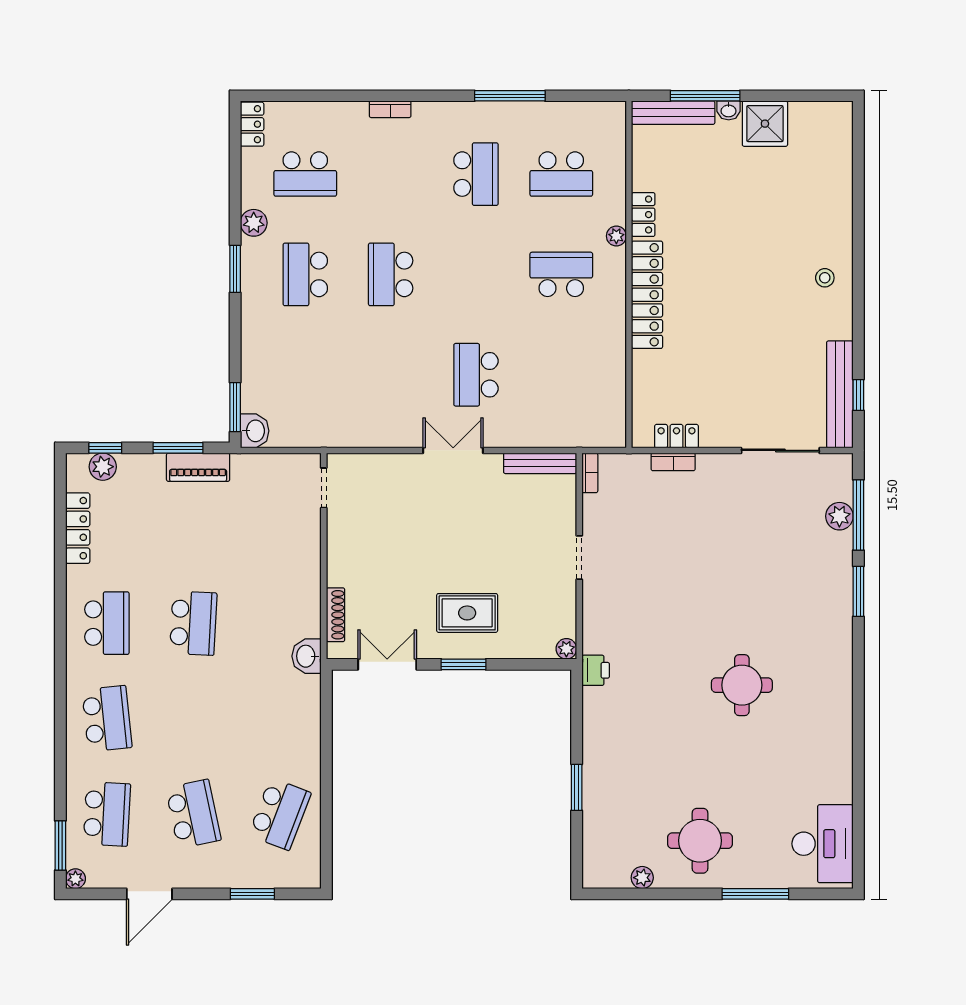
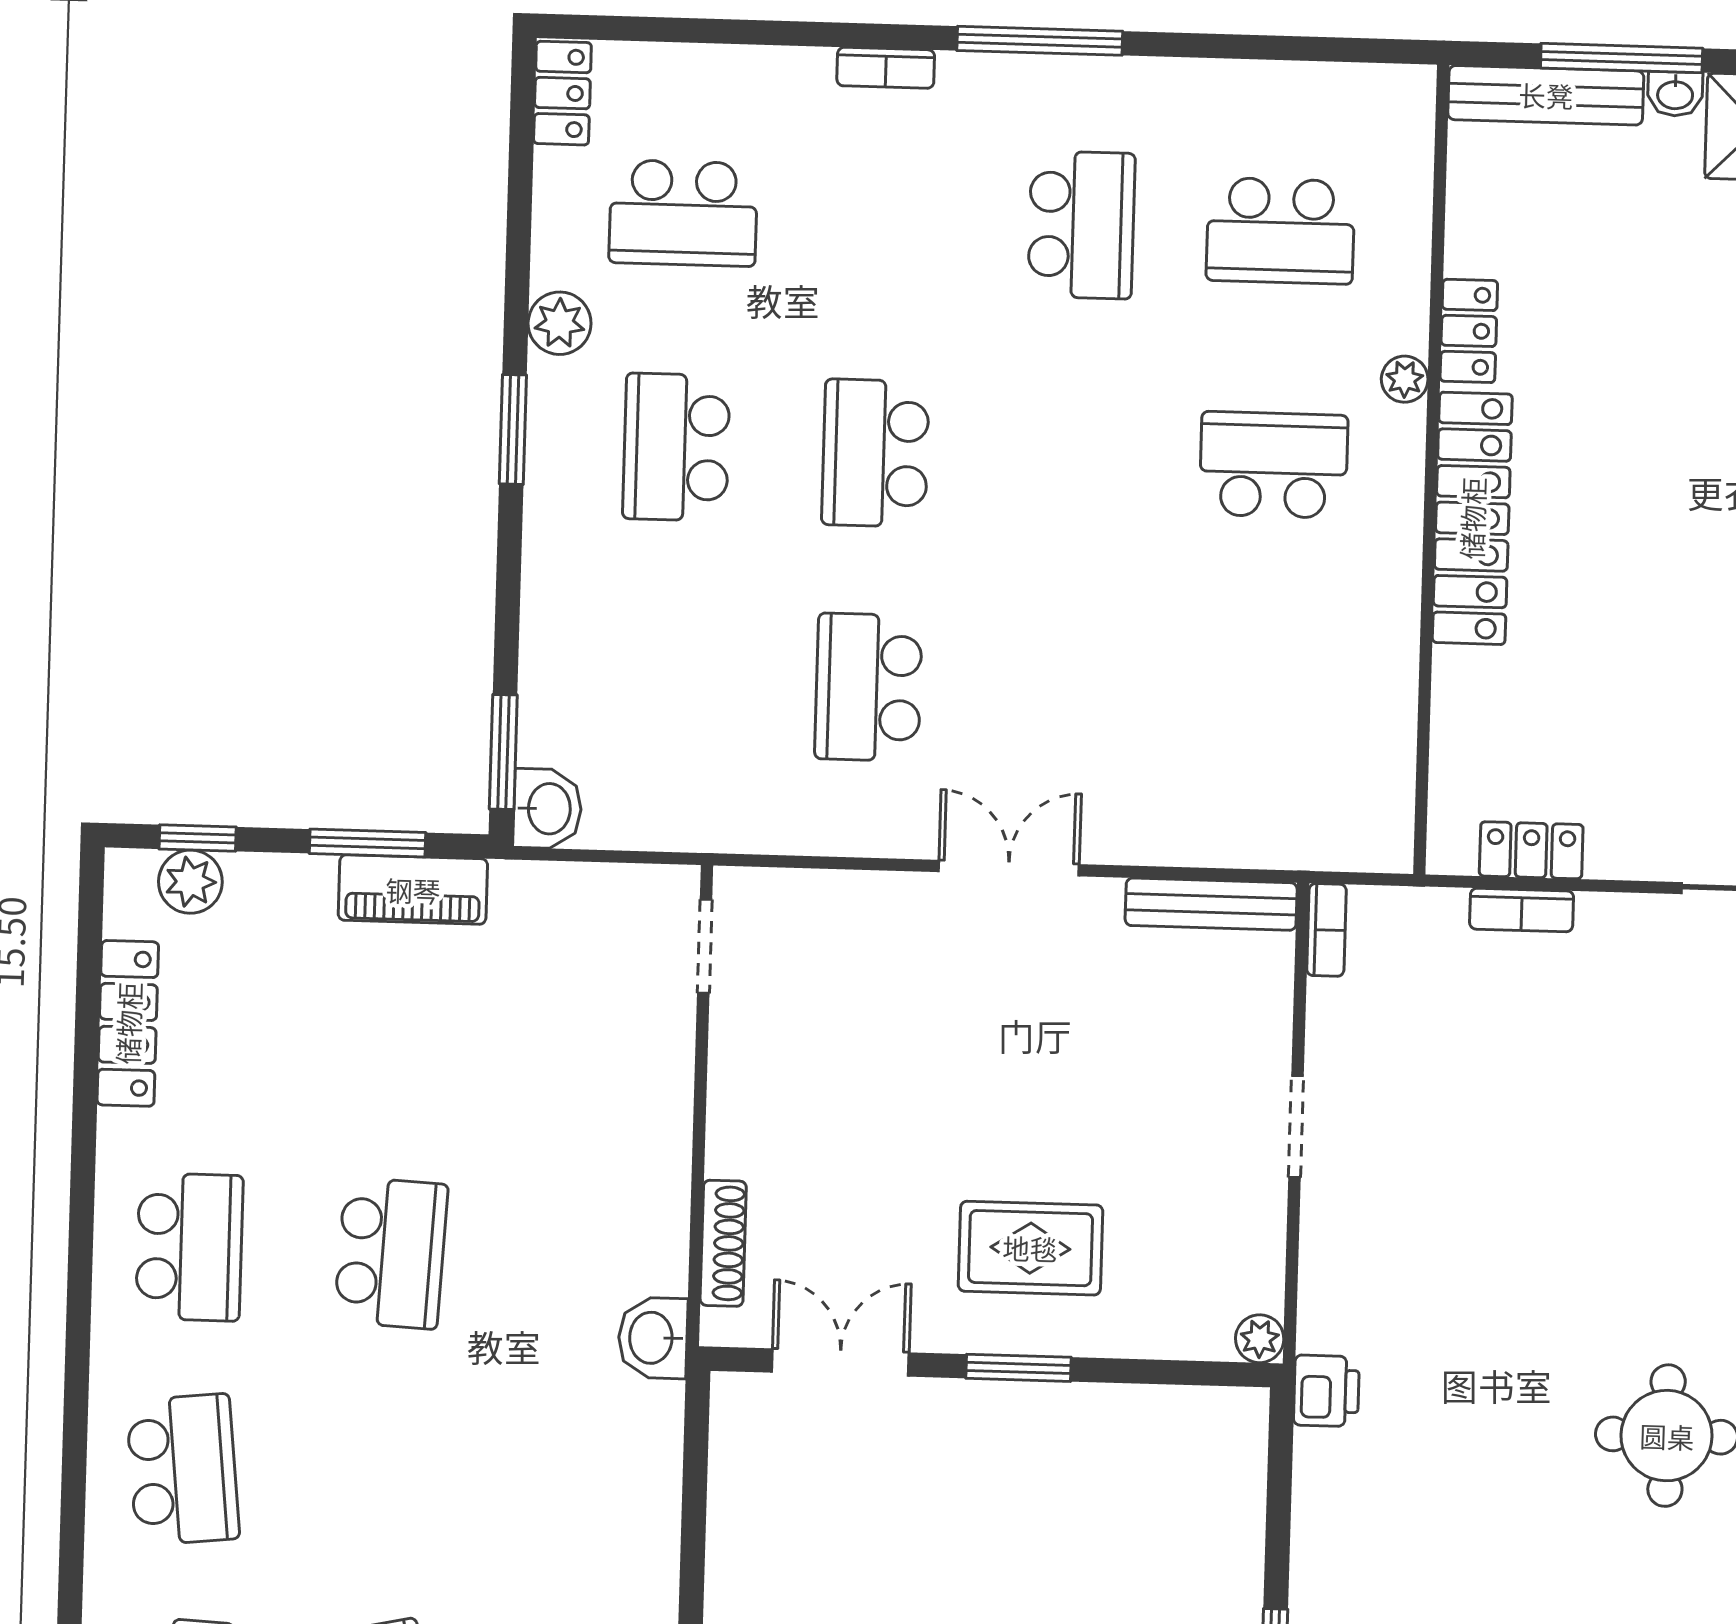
window: (510, 96) -> (1040, 41), moved
school desk: (476, 375) -> (868, 687), moved

